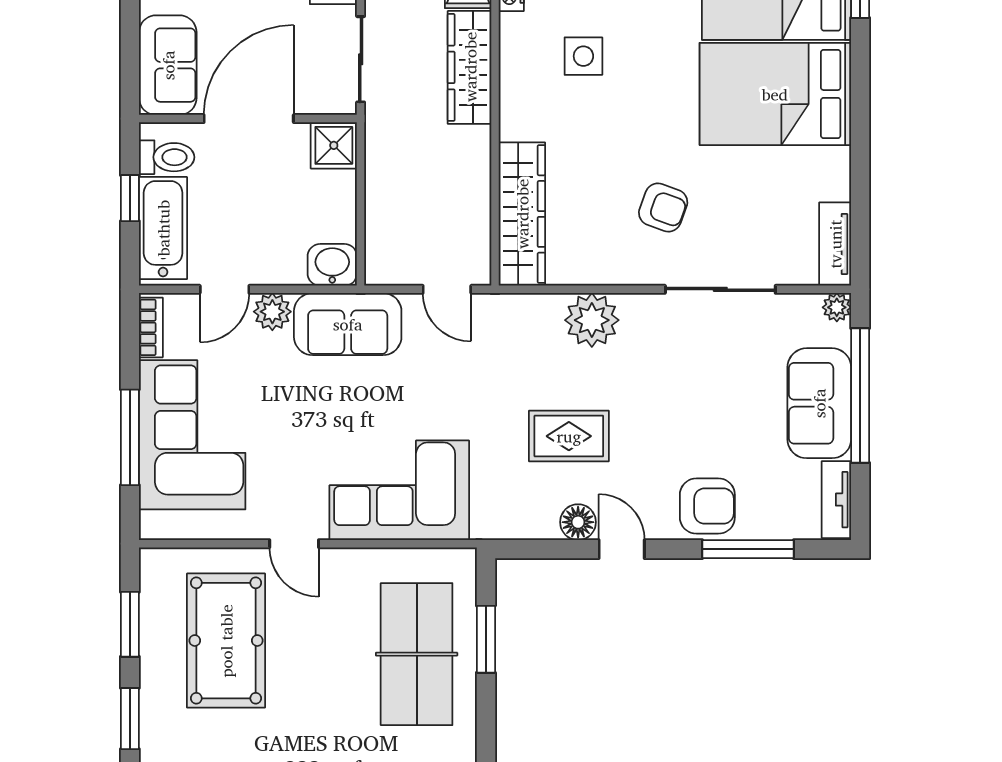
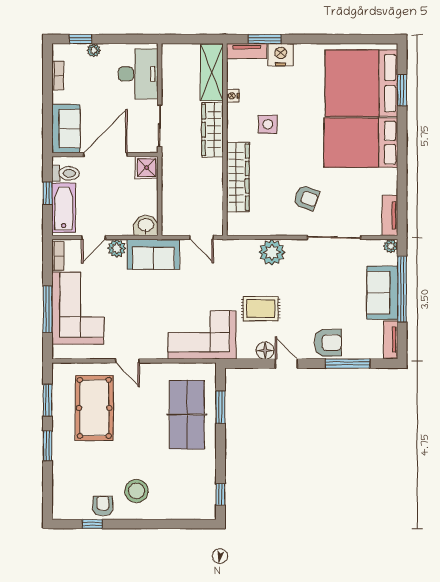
wardrobe: (522, 214) -> (238, 177), moved
corner sofa: (399, 490) -> (202, 335), moved

